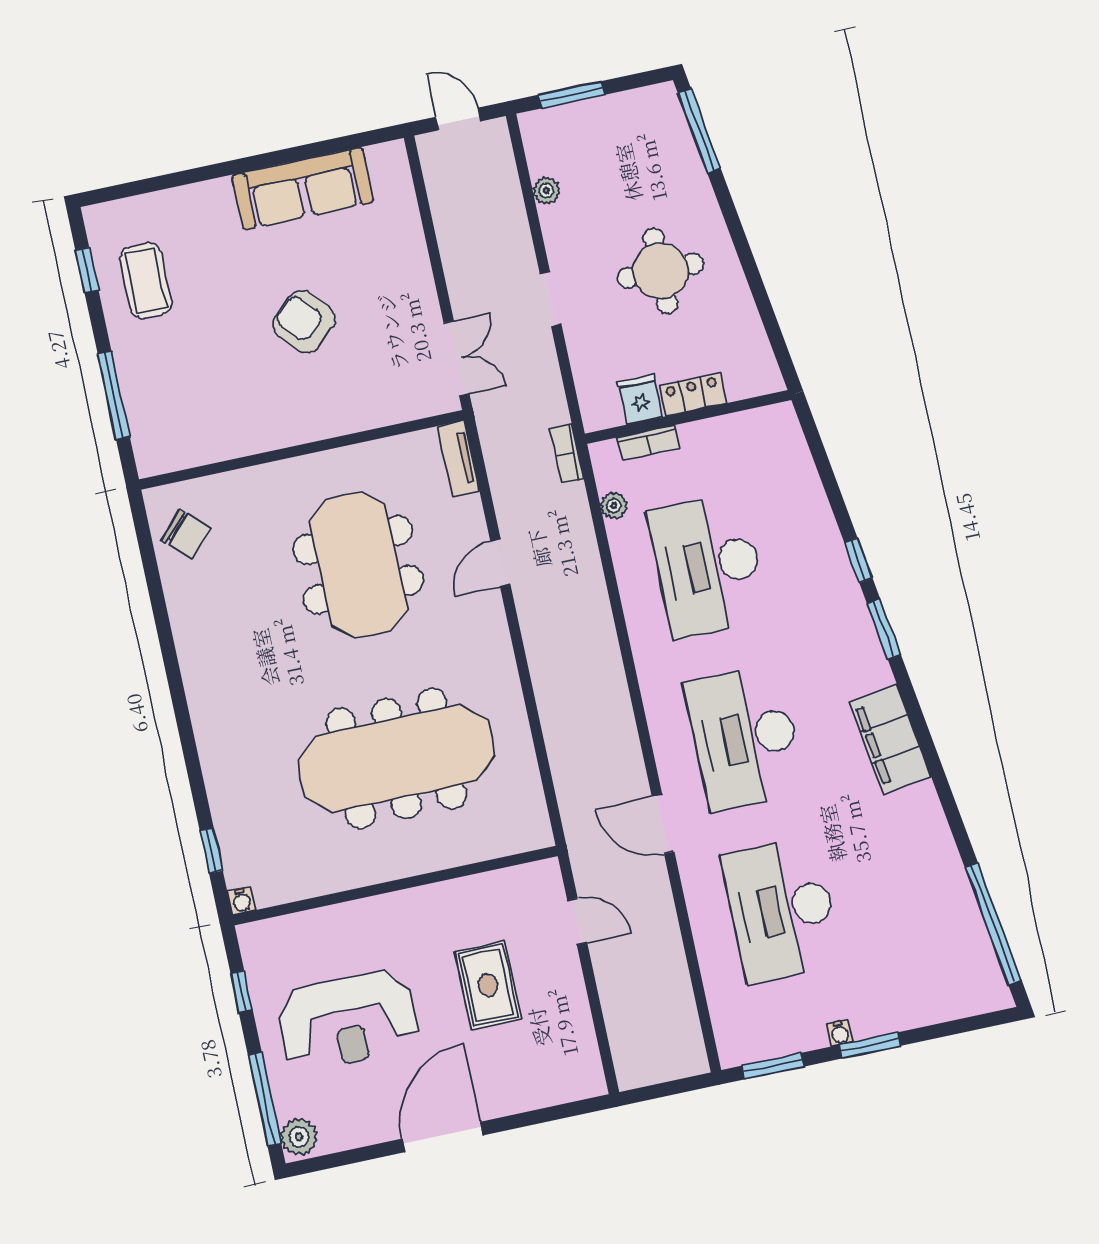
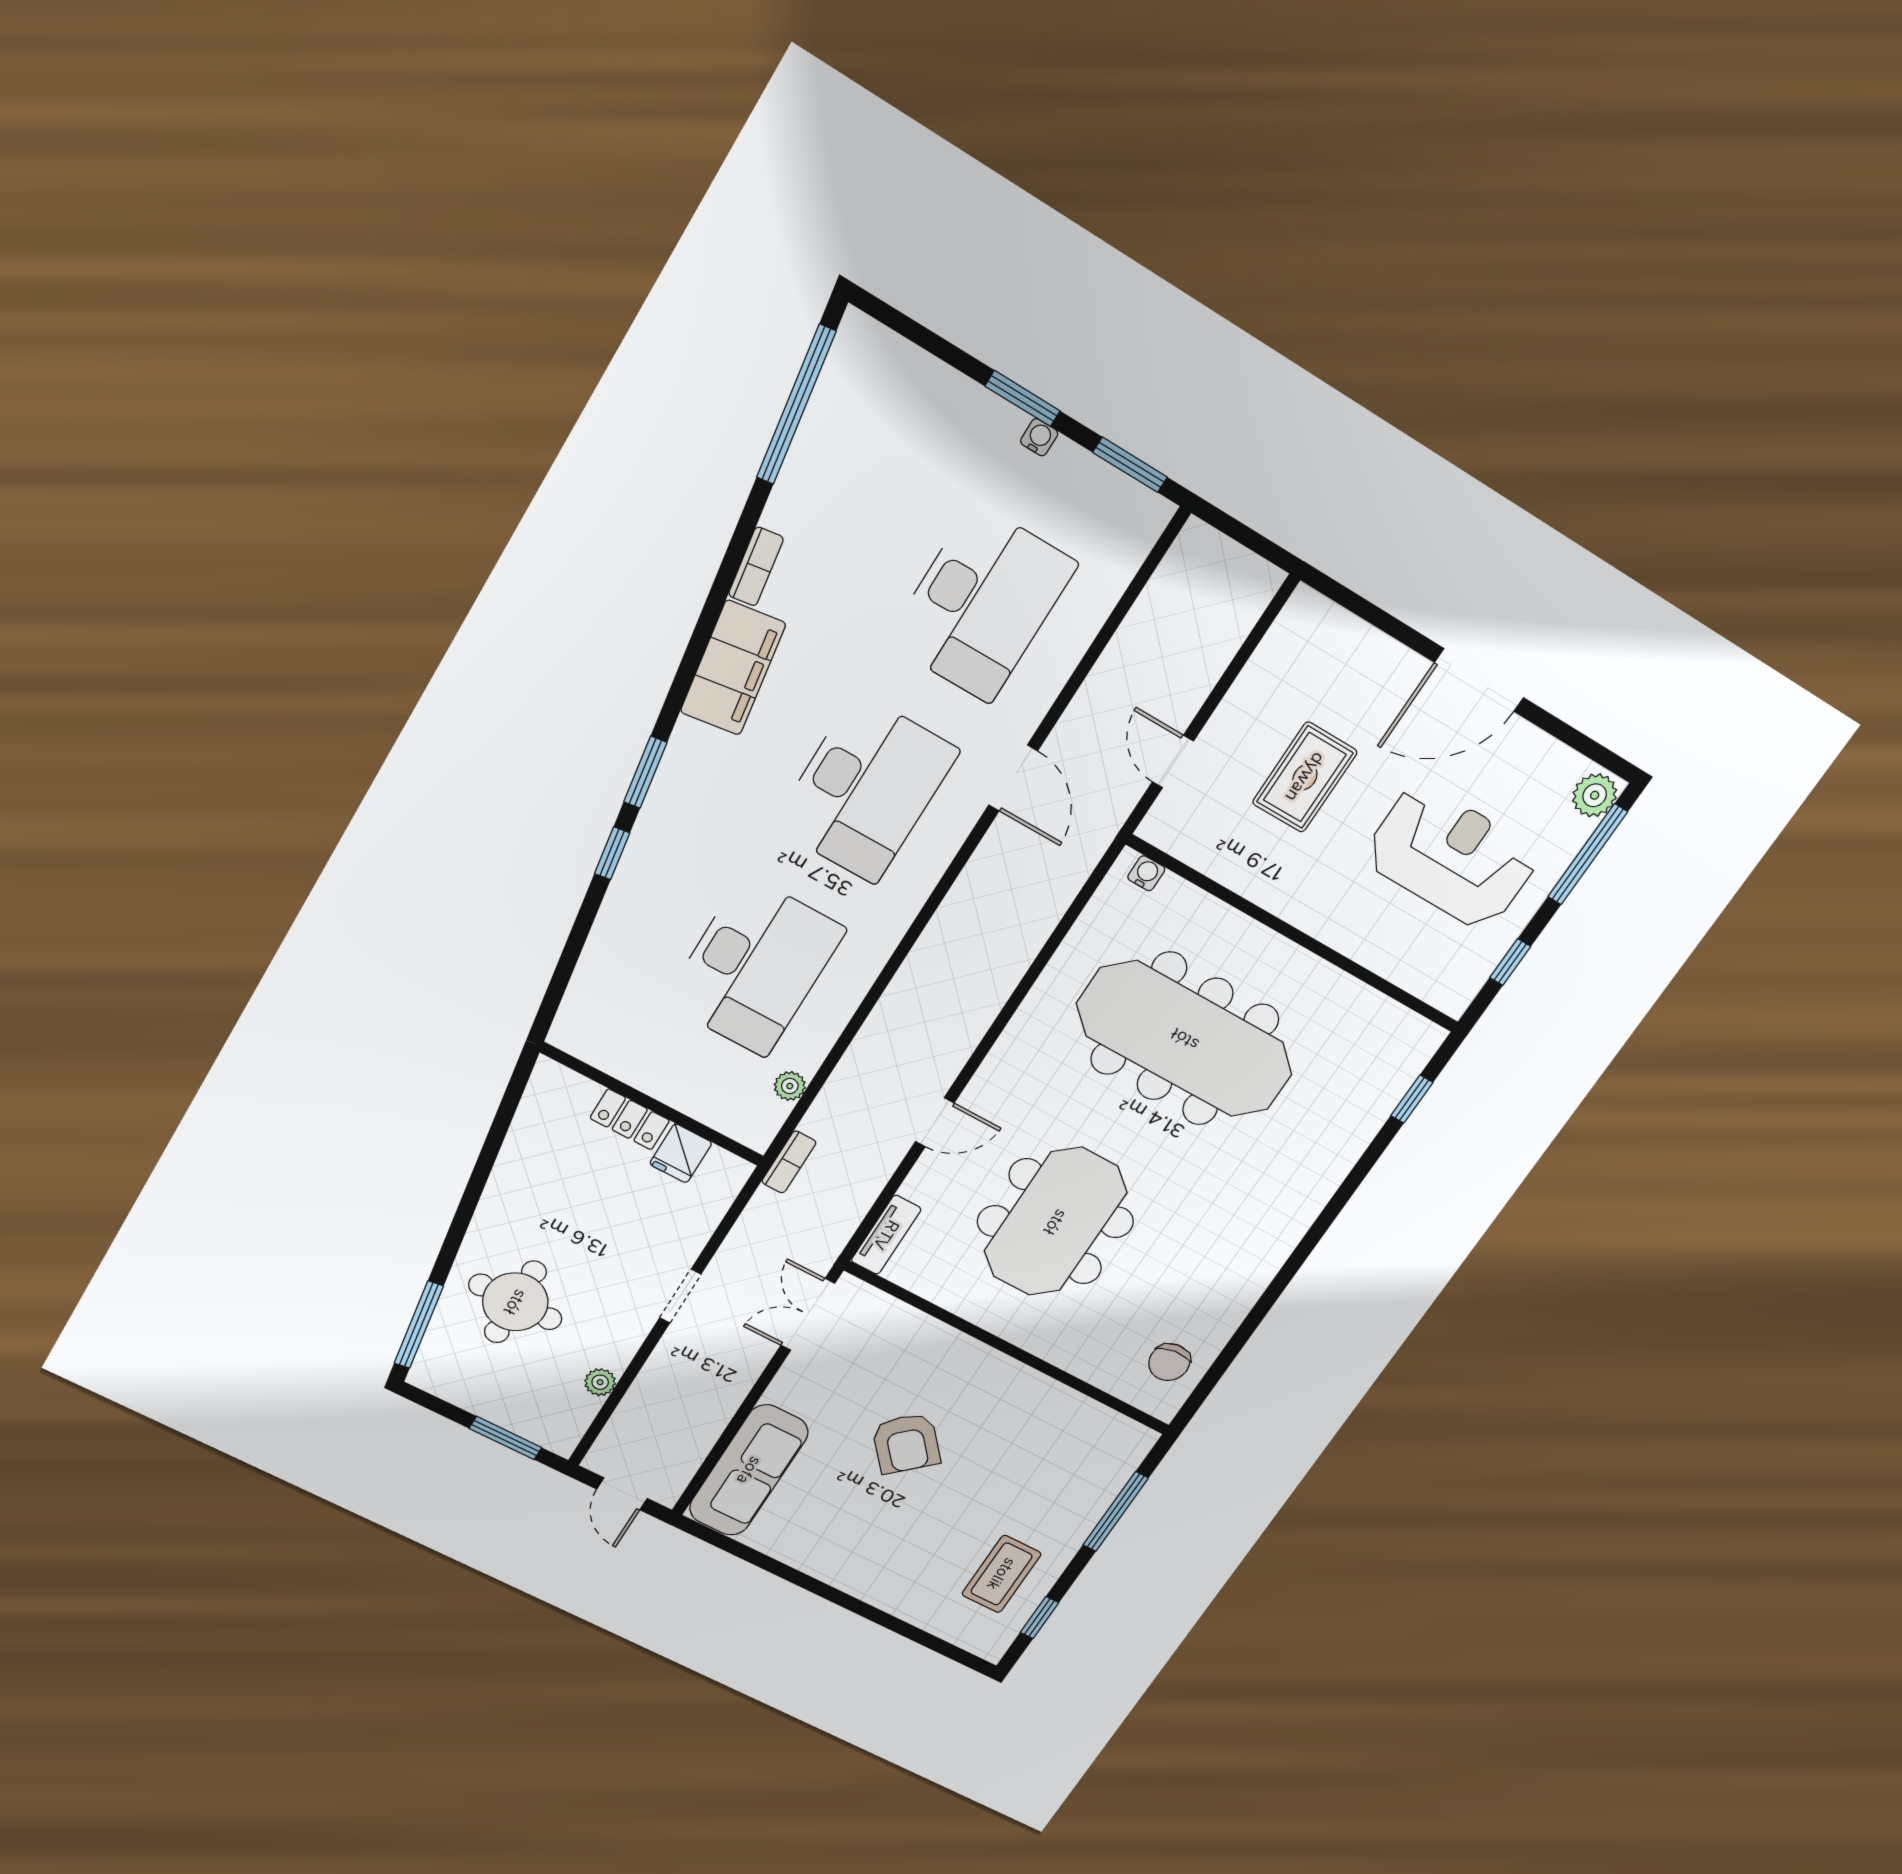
sofa: (303, 188) -> (749, 1470), moved, turned 90
round table: (661, 271) -> (515, 1302), moved
bookcase: (648, 443) -> (756, 567), moved, turned 82
chair: (186, 534) -> (1169, 1362), turned -139
water cooler: (242, 901) -> (1146, 873), moved

